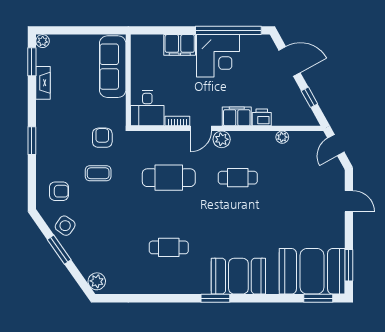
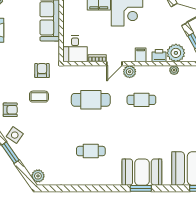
plant: (285, 114) -> (176, 53), added
filing cabinet: (237, 116) -> (141, 55), width x0.50
window: (215, 298) -> (141, 188), moved

